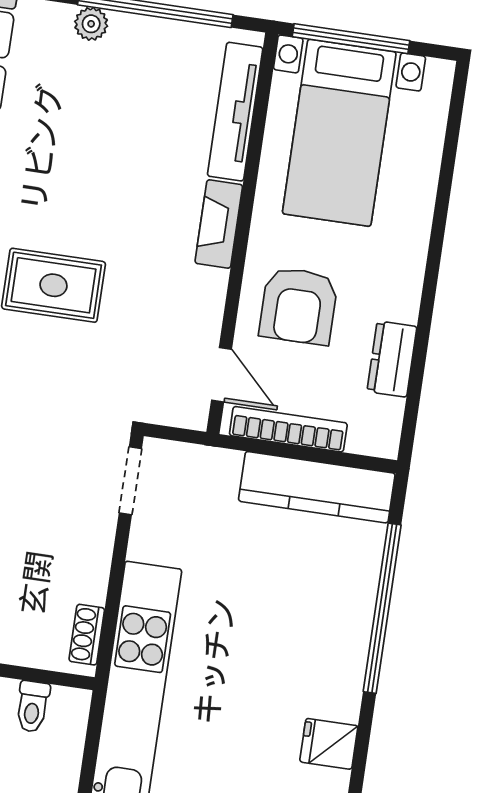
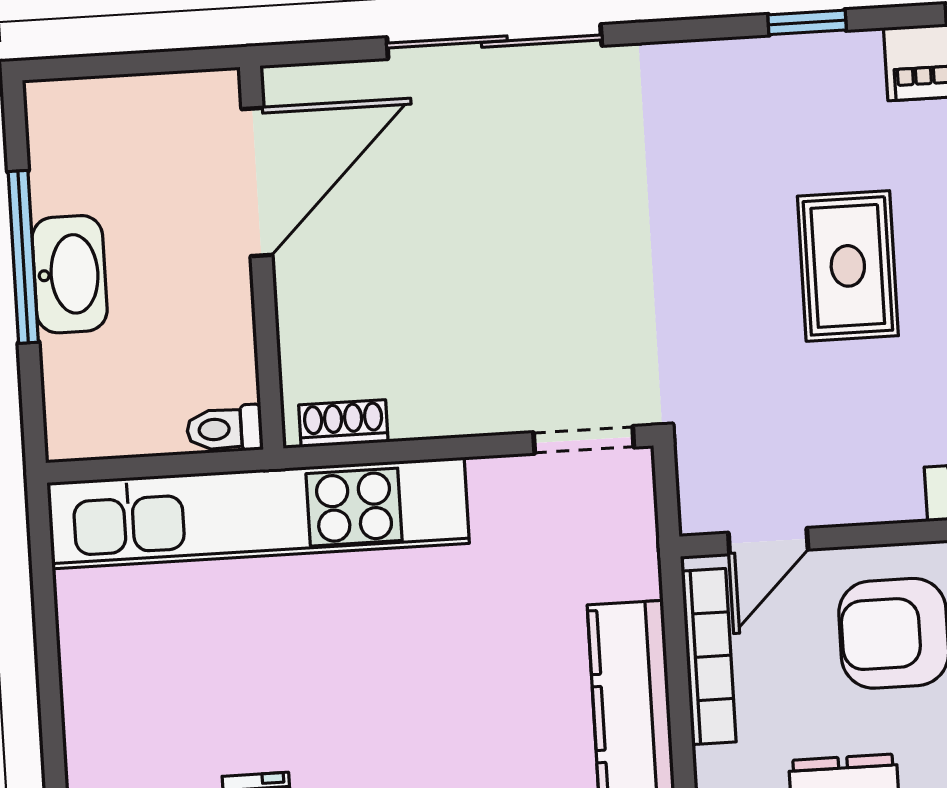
toilet: (32, 706) -> (225, 429), moved

